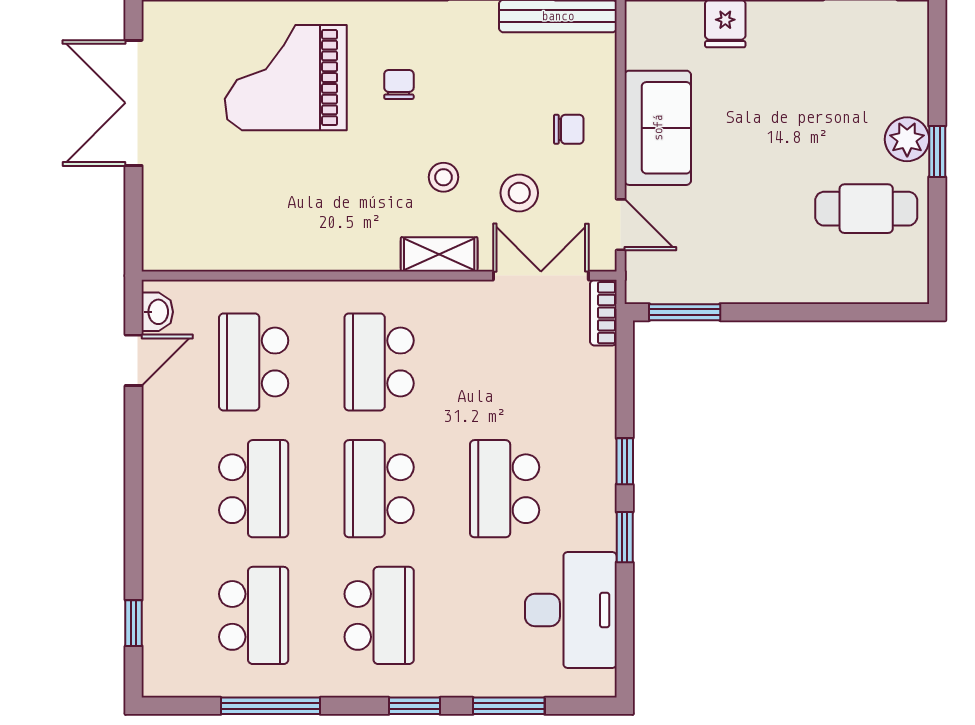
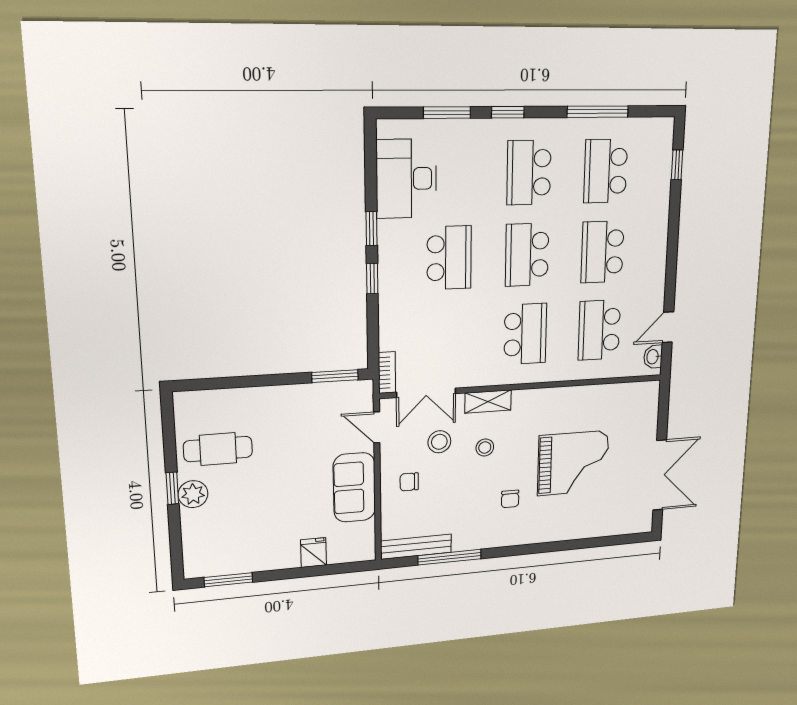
grand piano: (286, 78) -> (573, 463), moved
school desk: (254, 362) -> (599, 330), turned 180
school desk: (379, 489) -> (527, 255), turned 180

